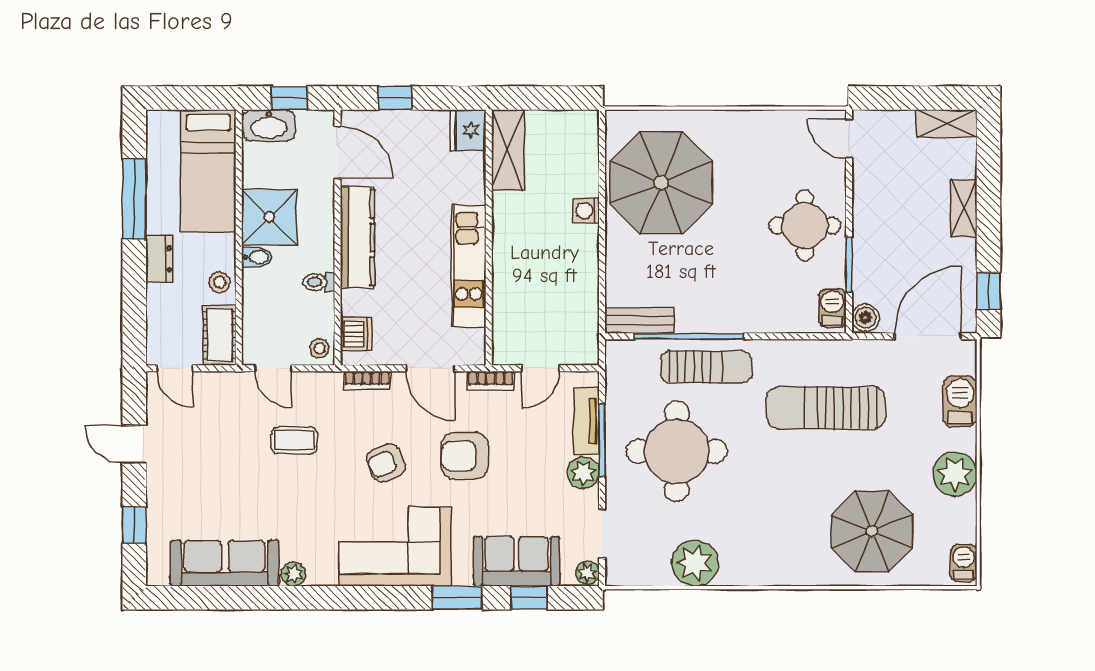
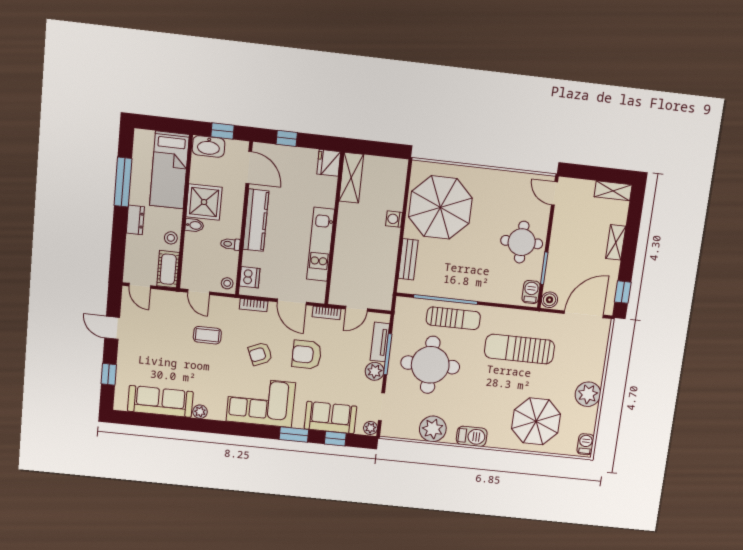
bench: (640, 320) -> (408, 259), moved, turned 90
barbecue: (960, 401) -> (472, 436), moved, turned 90

